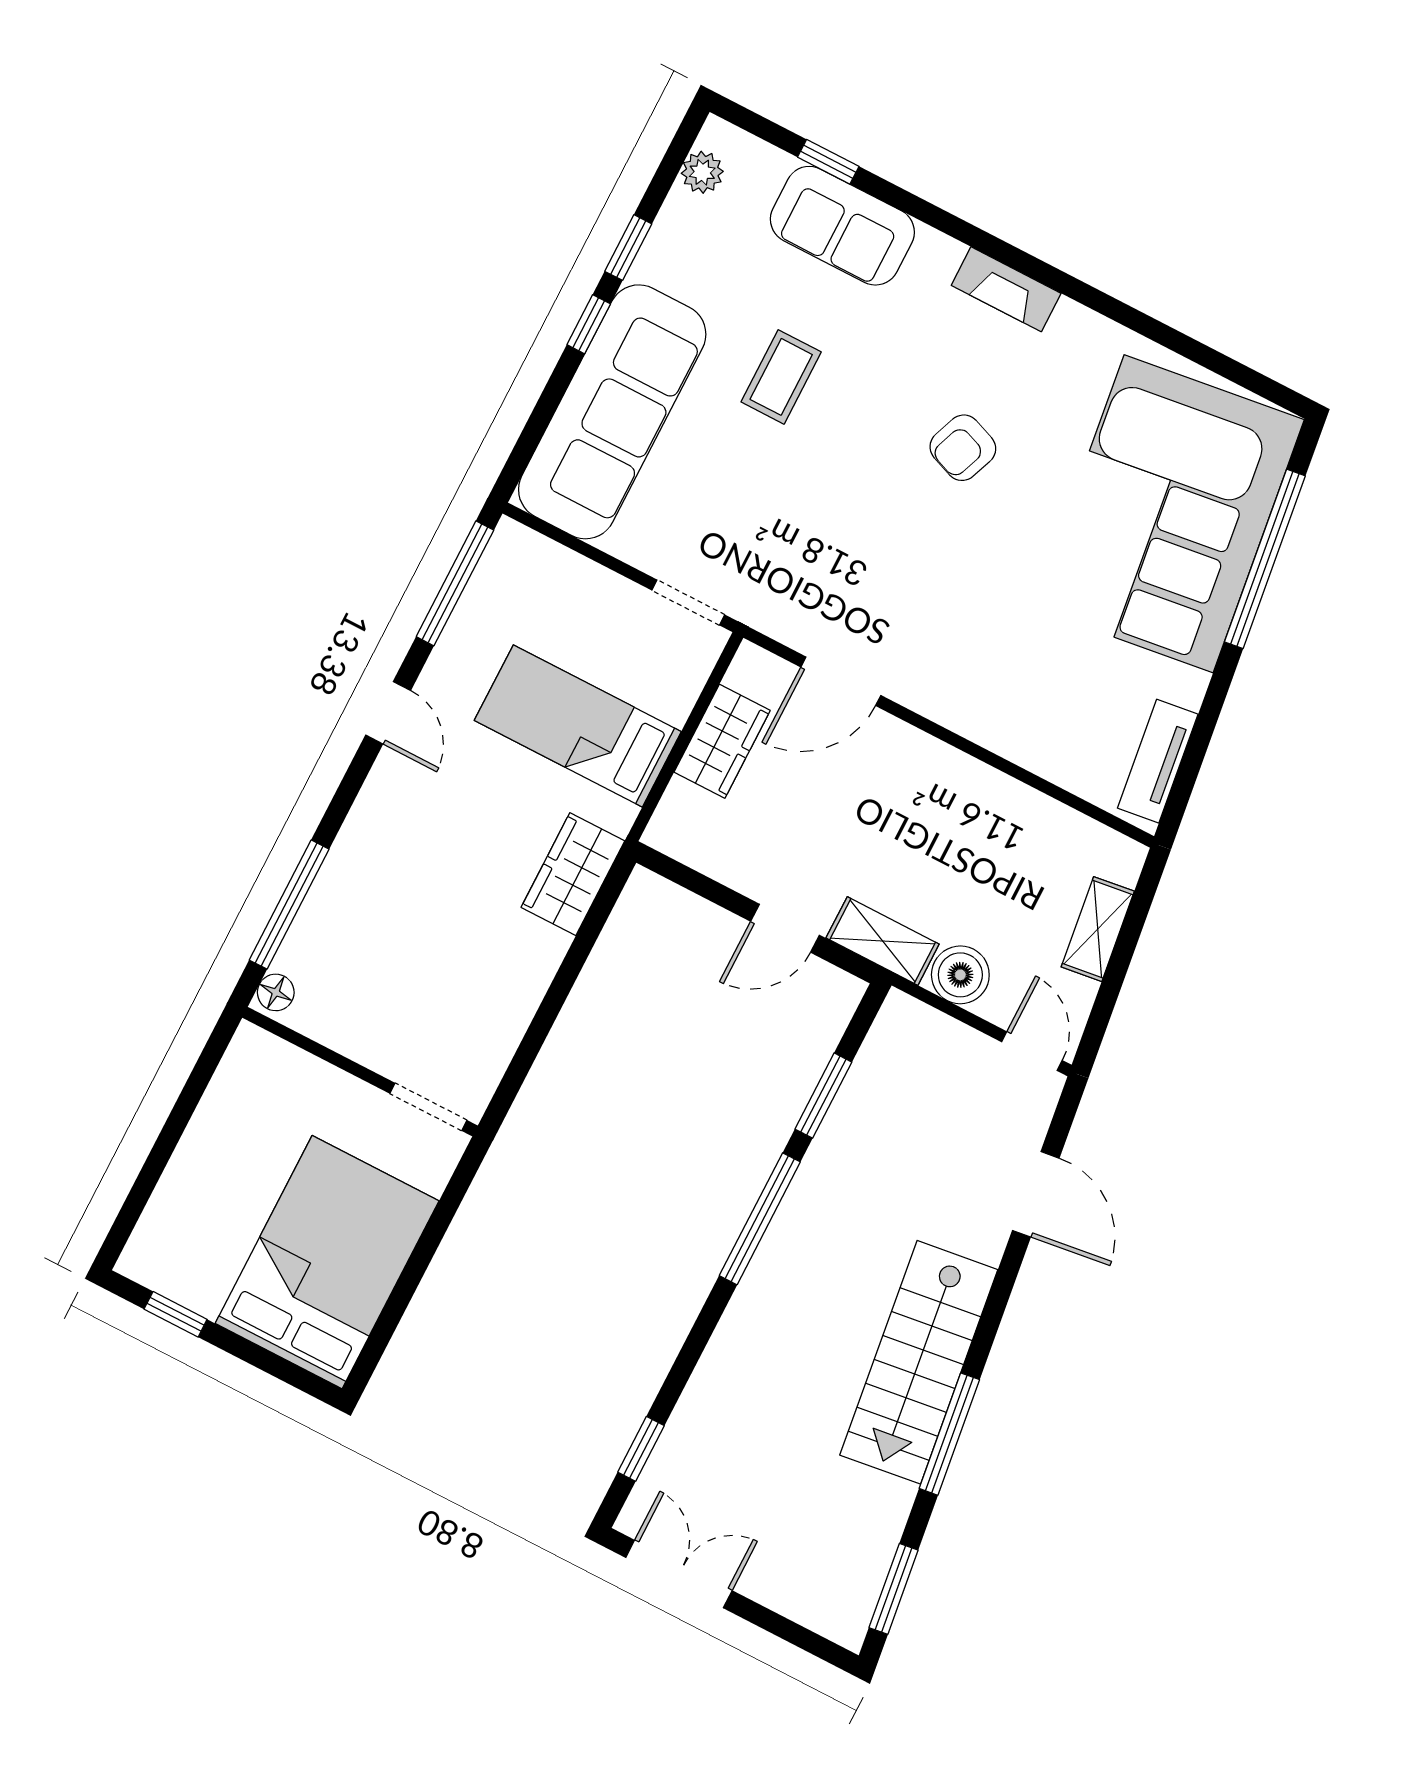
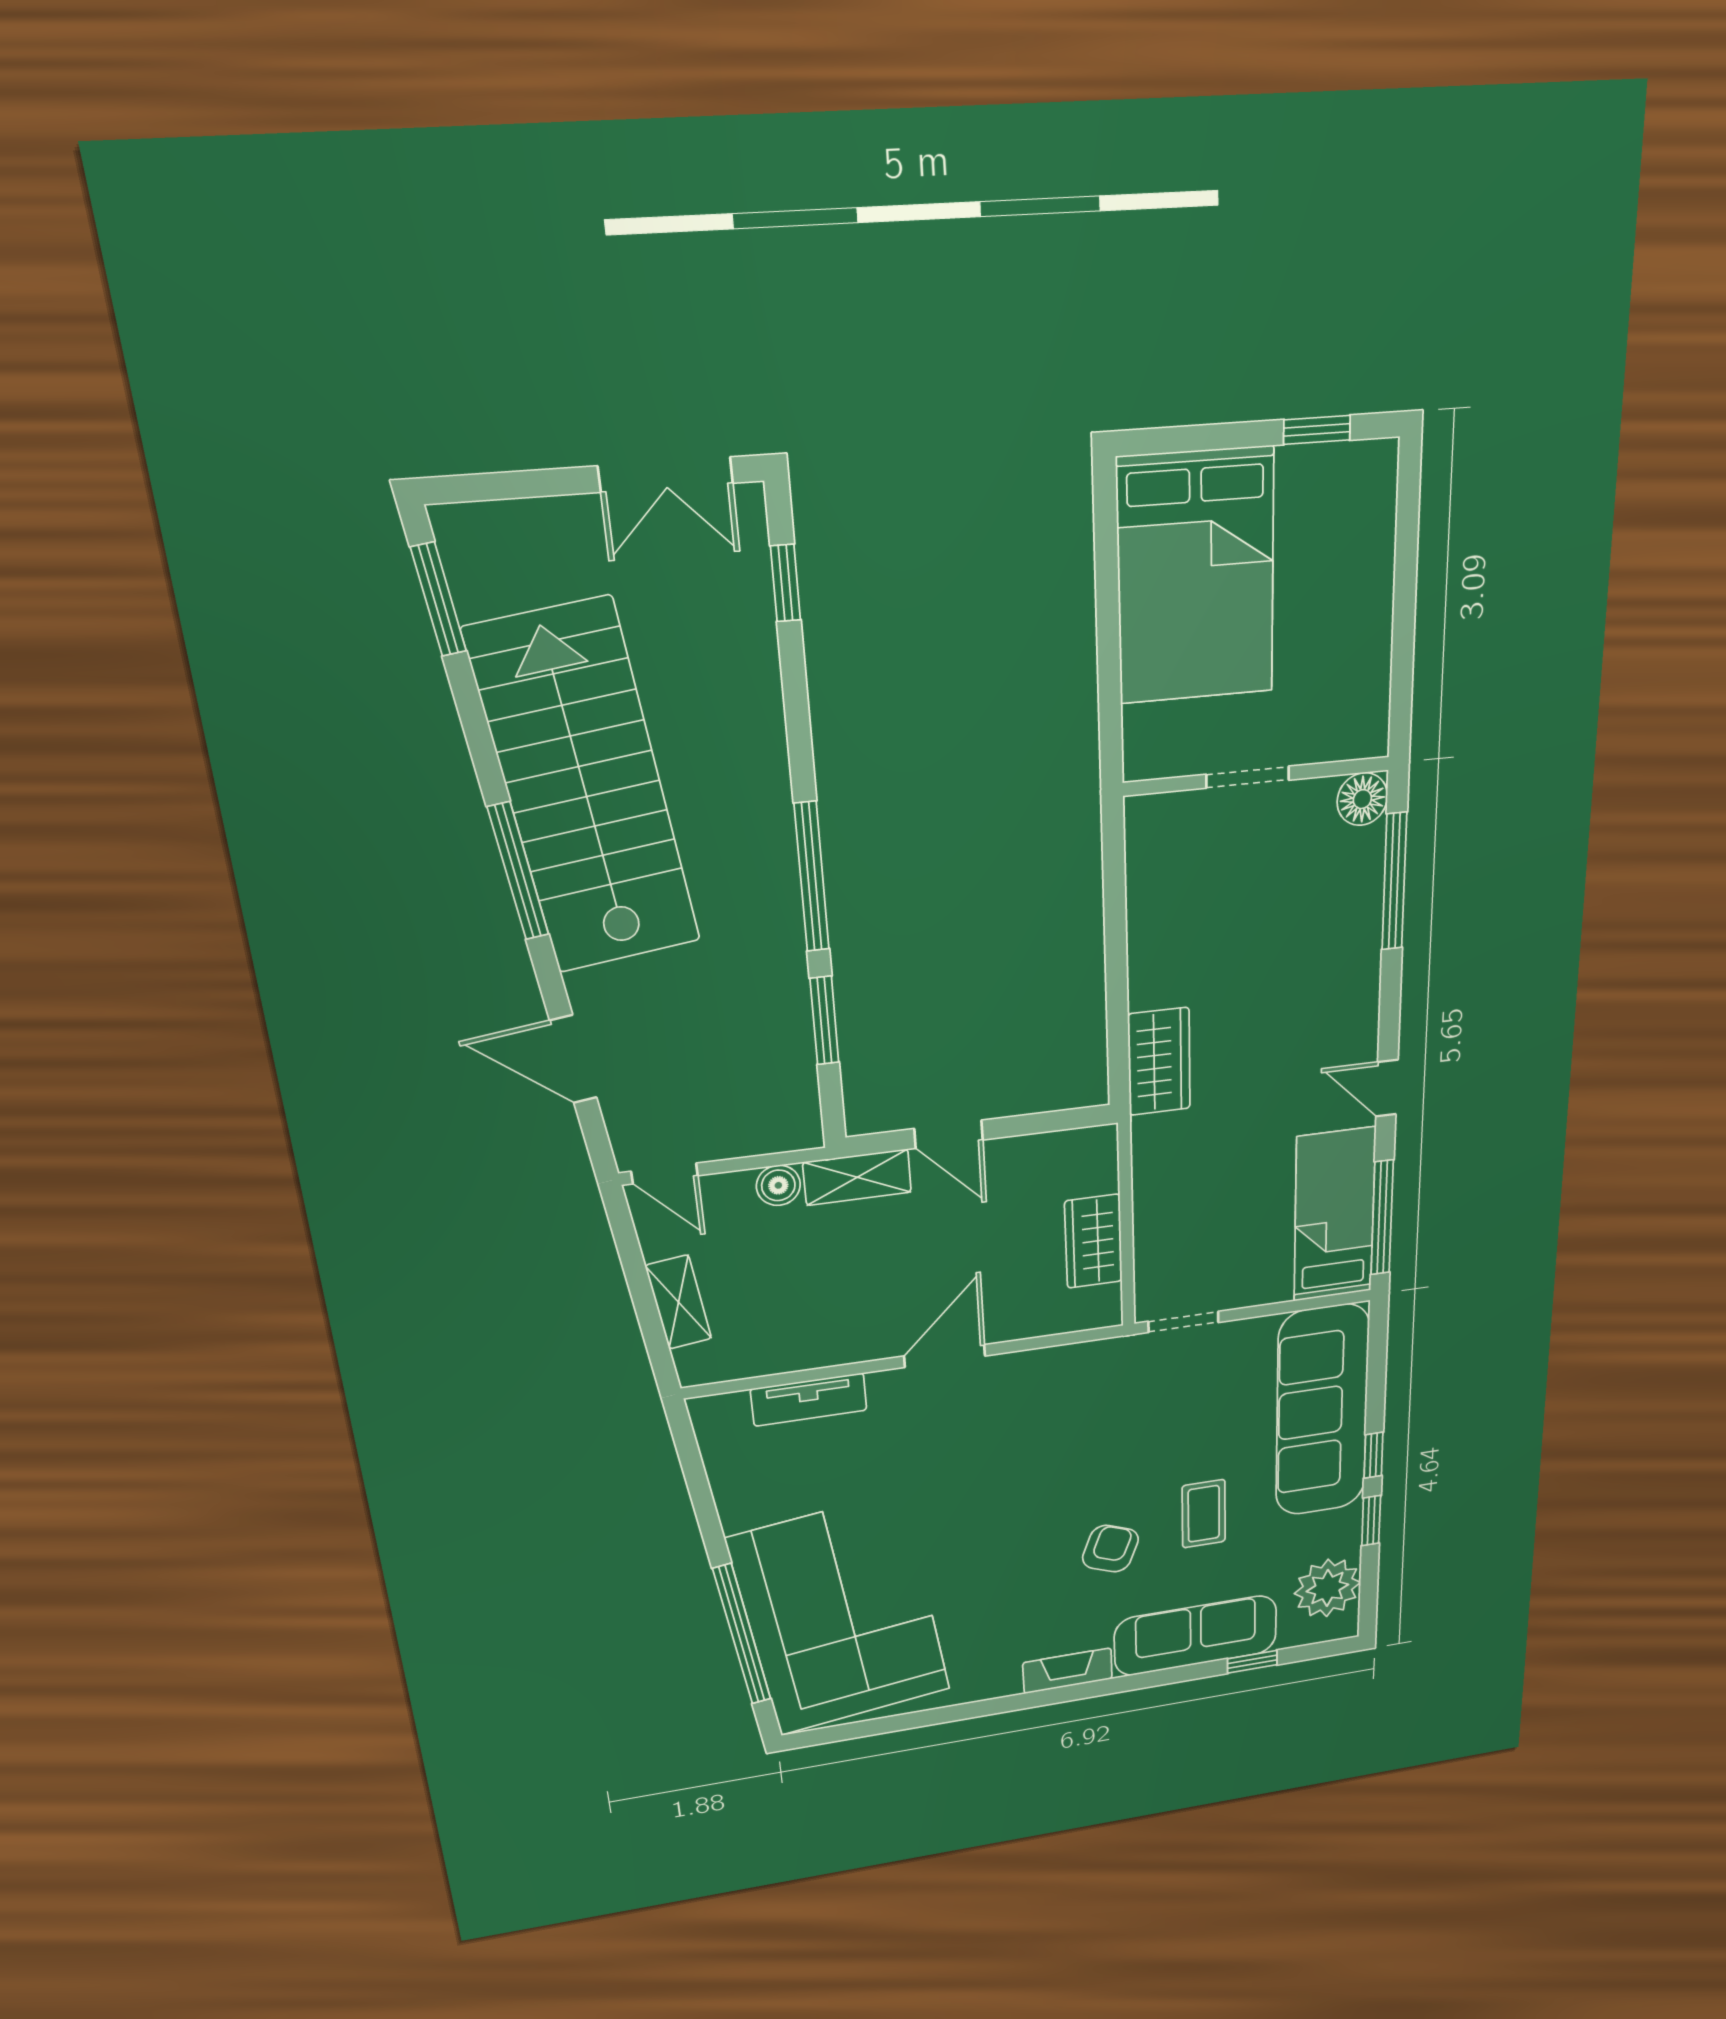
plant: (702, 172) -> (1327, 1588), width x1.87, depth x1.87
sofa: (842, 226) -> (1196, 1636), width x1.36
armchair: (963, 448) -> (1110, 1549), moved
door: (841, 681) -> (945, 1356), moved
bed: (578, 726) -> (1334, 1215), moved, turned -90
tv unit: (1158, 761) -> (809, 1400), moved, turned 97
door: (785, 928) -> (949, 1134), swing flipped
boiler: (960, 975) -> (778, 1185), width x0.73, depth x0.73
floor lamp: (276, 992) -> (1362, 799), width x1.37, depth x1.37
doorway: (428, 1107) -> (1248, 777), moved
stairs: (919, 1362) -> (585, 790), width x1.36, depth x1.51
window: (949, 1434) -> (518, 871), moved

